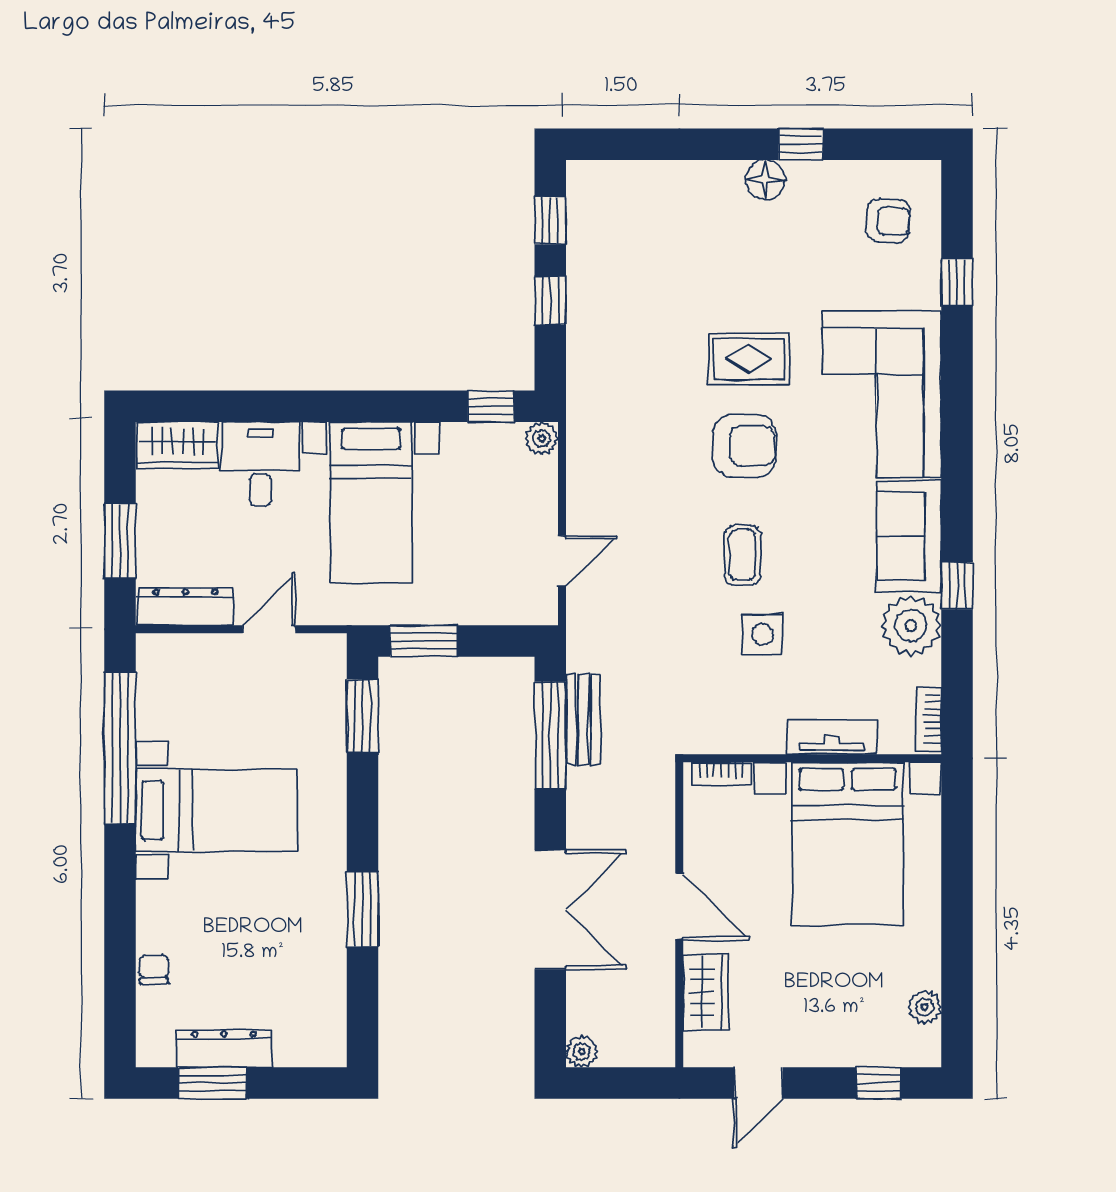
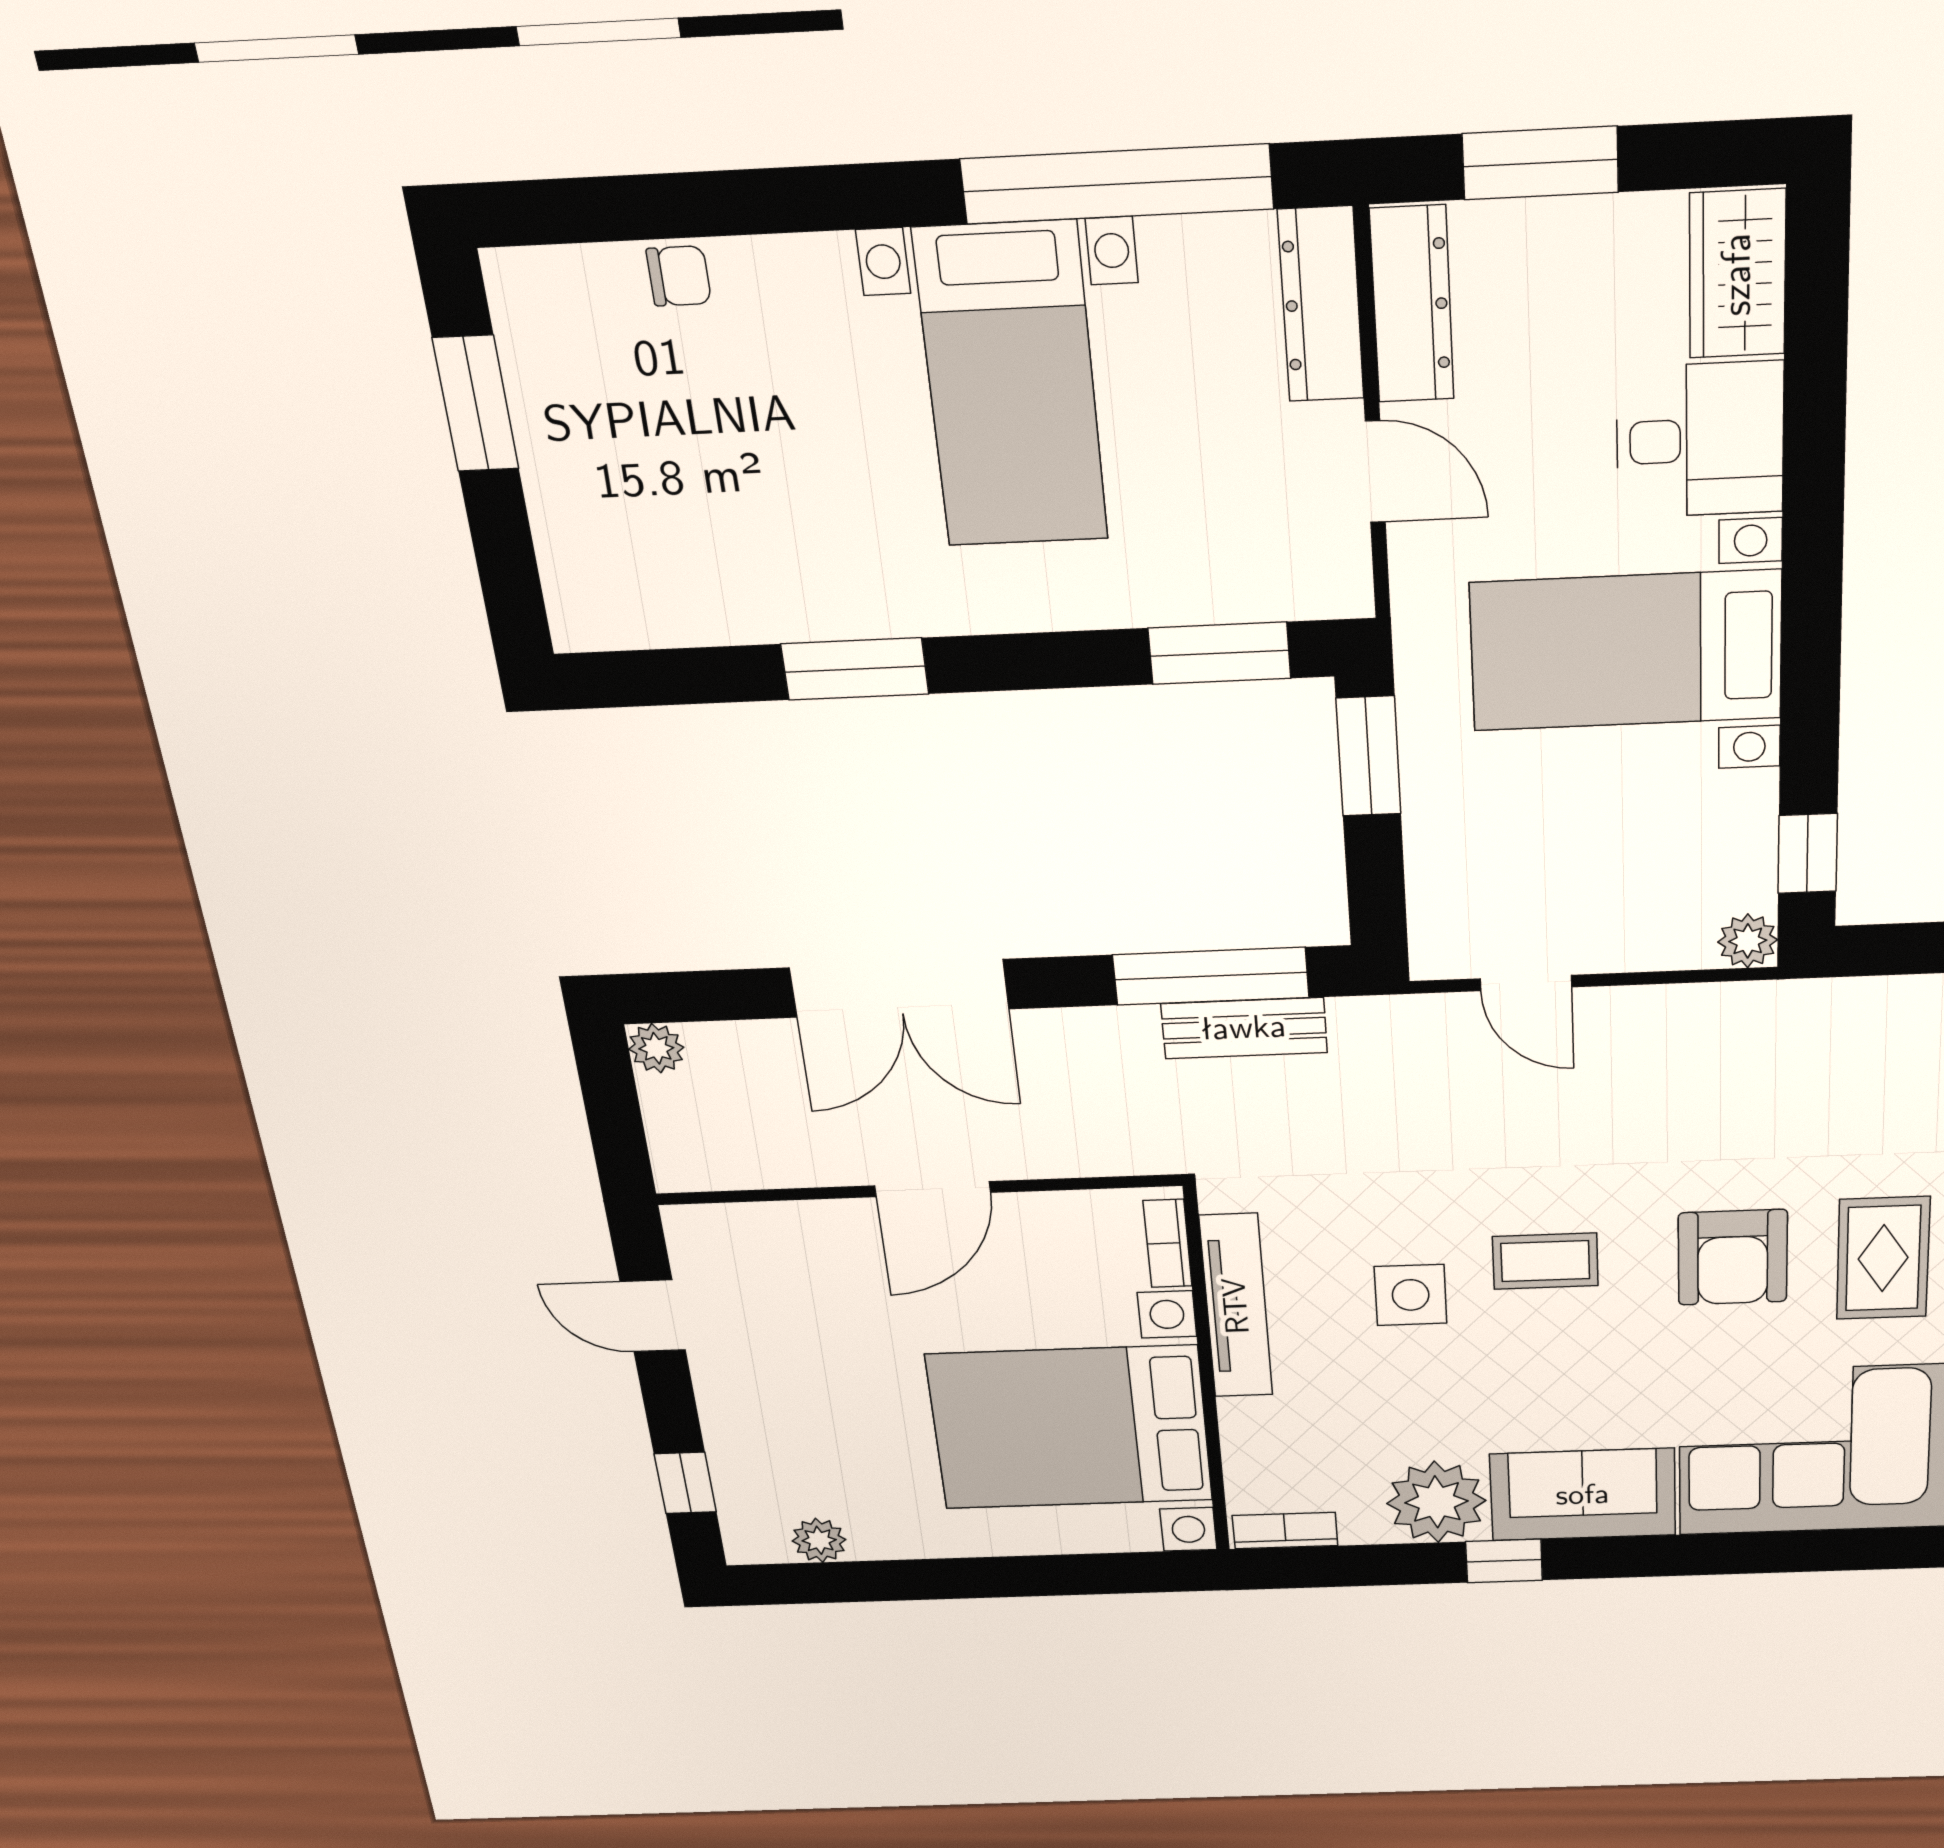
tv unit: (832, 737) -> (1236, 1306), moved, width x1.41
wardrobe: (706, 992) -> (792, 1234), removed
dresser: (224, 1049) -> (1321, 305), moved, turned 180

